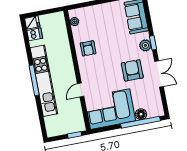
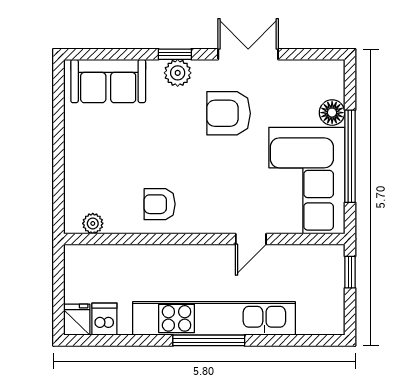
armchair: (88, 48) -> (160, 204), turned 180
door: (81, 90) -> (251, 239), hinge flipped
window: (140, 122) -> (350, 156), moved

